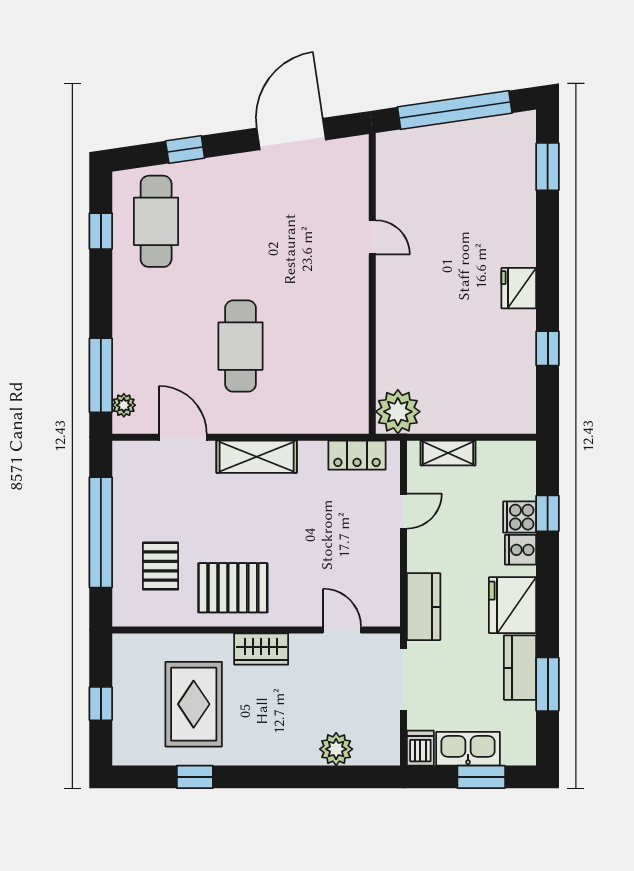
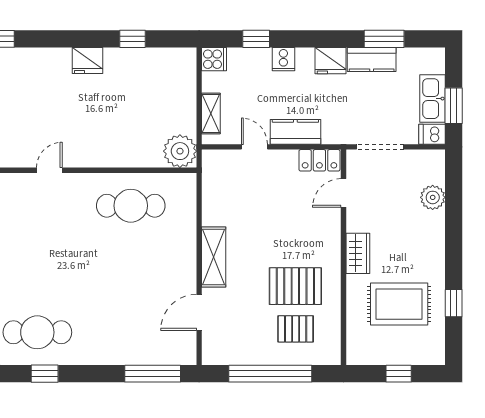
cafe table: (241, 346) -> (131, 206), moved
plant: (124, 405) -> (175, 356), removed
locker: (357, 455) -> (319, 160), moved, turned 90
cooker: (520, 517) -> (214, 59), moved, turned -90
pallet: (233, 588) -> (295, 286), moved, turned 90
fridge: (513, 605) -> (330, 61), width x0.73, depth x0.75
kitchen counter: (424, 607) -> (295, 132), moved
window: (481, 777) -> (454, 106), moved

